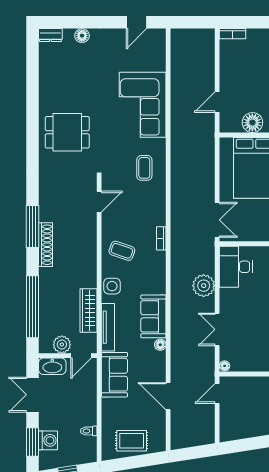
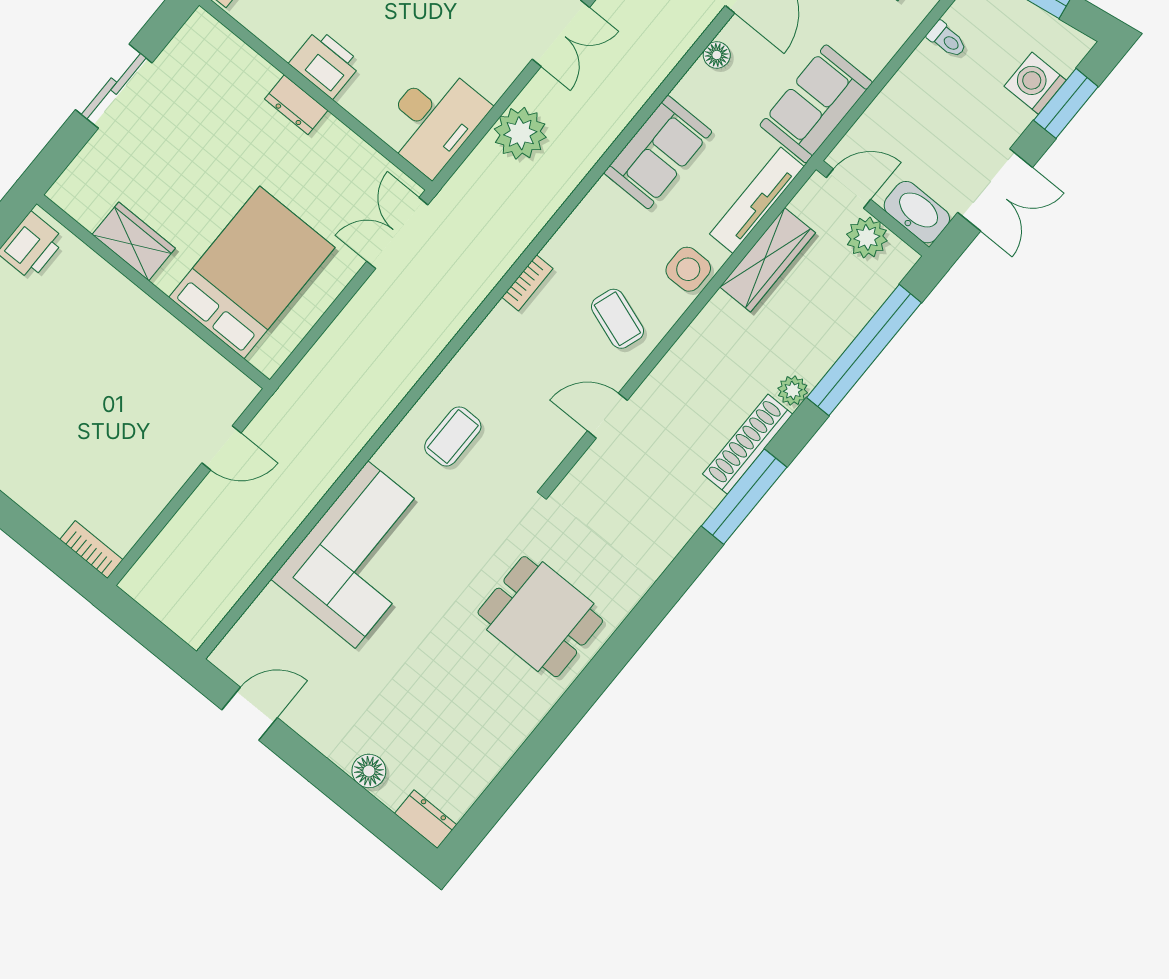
floor lamp: (252, 123) -> (188, 358), removed
door: (99, 202) -> (607, 416), moved
plant: (45, 274) -> (793, 391), added
floor lamp: (160, 345) -> (717, 55), moved

